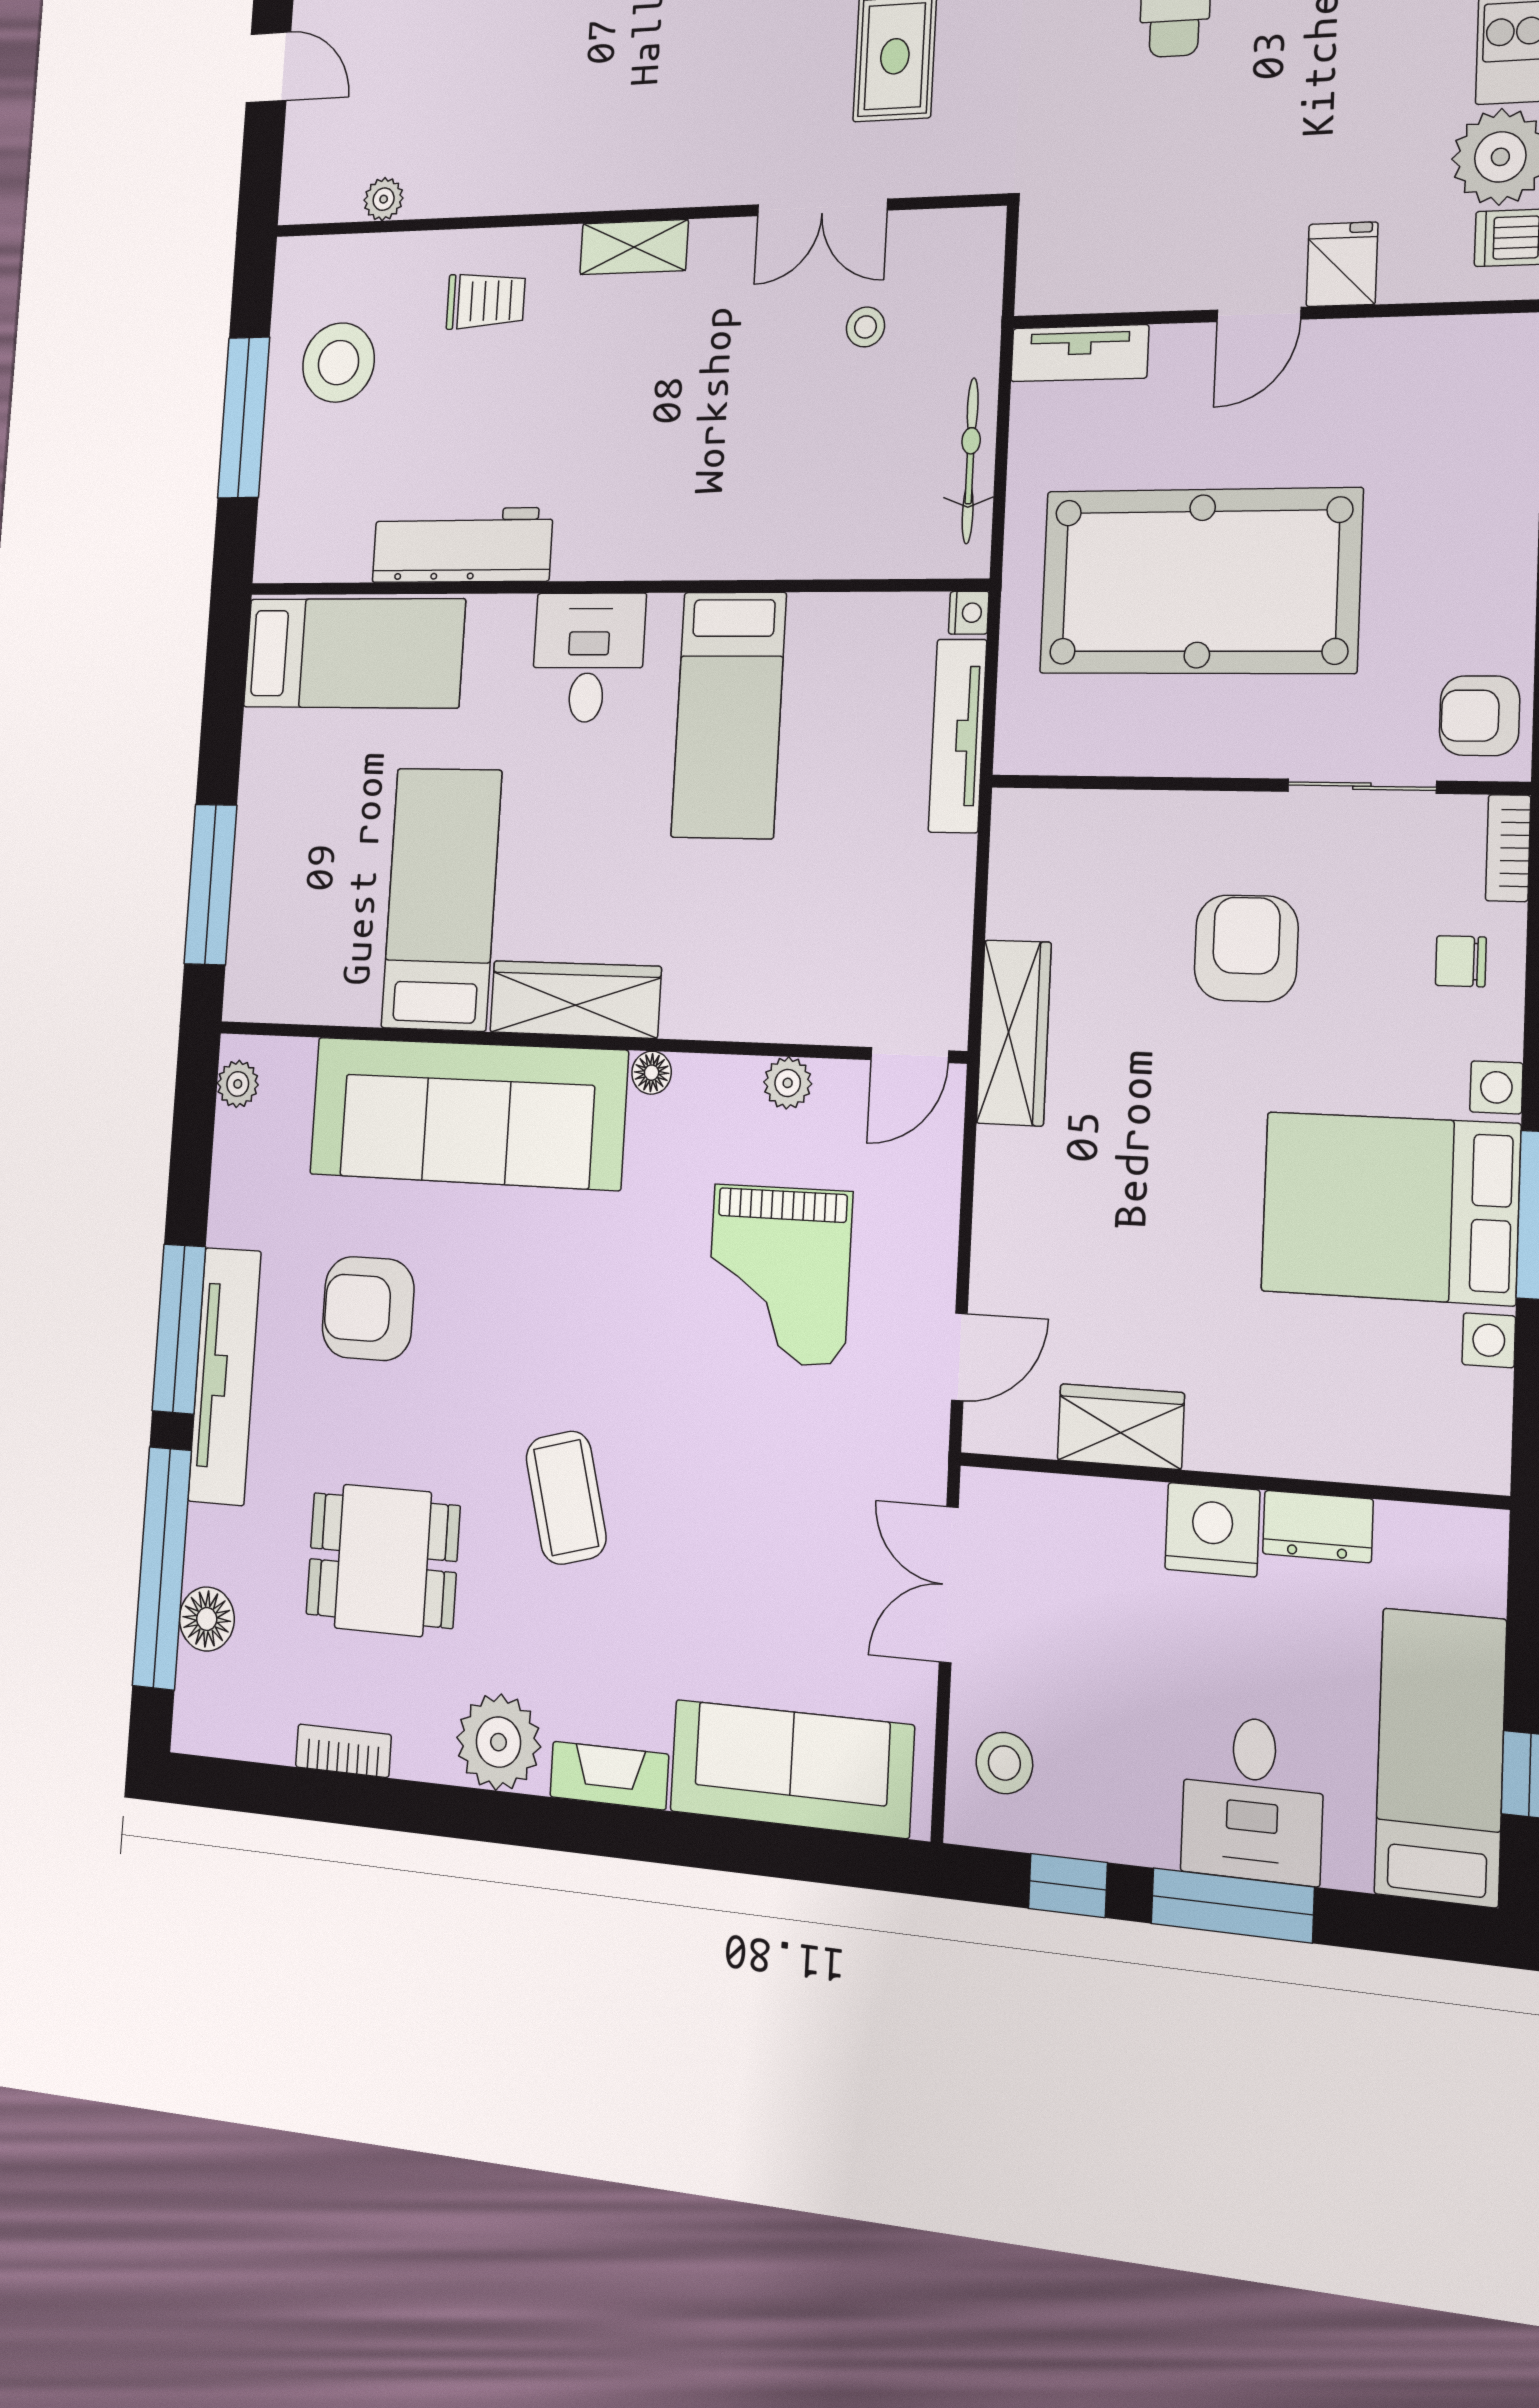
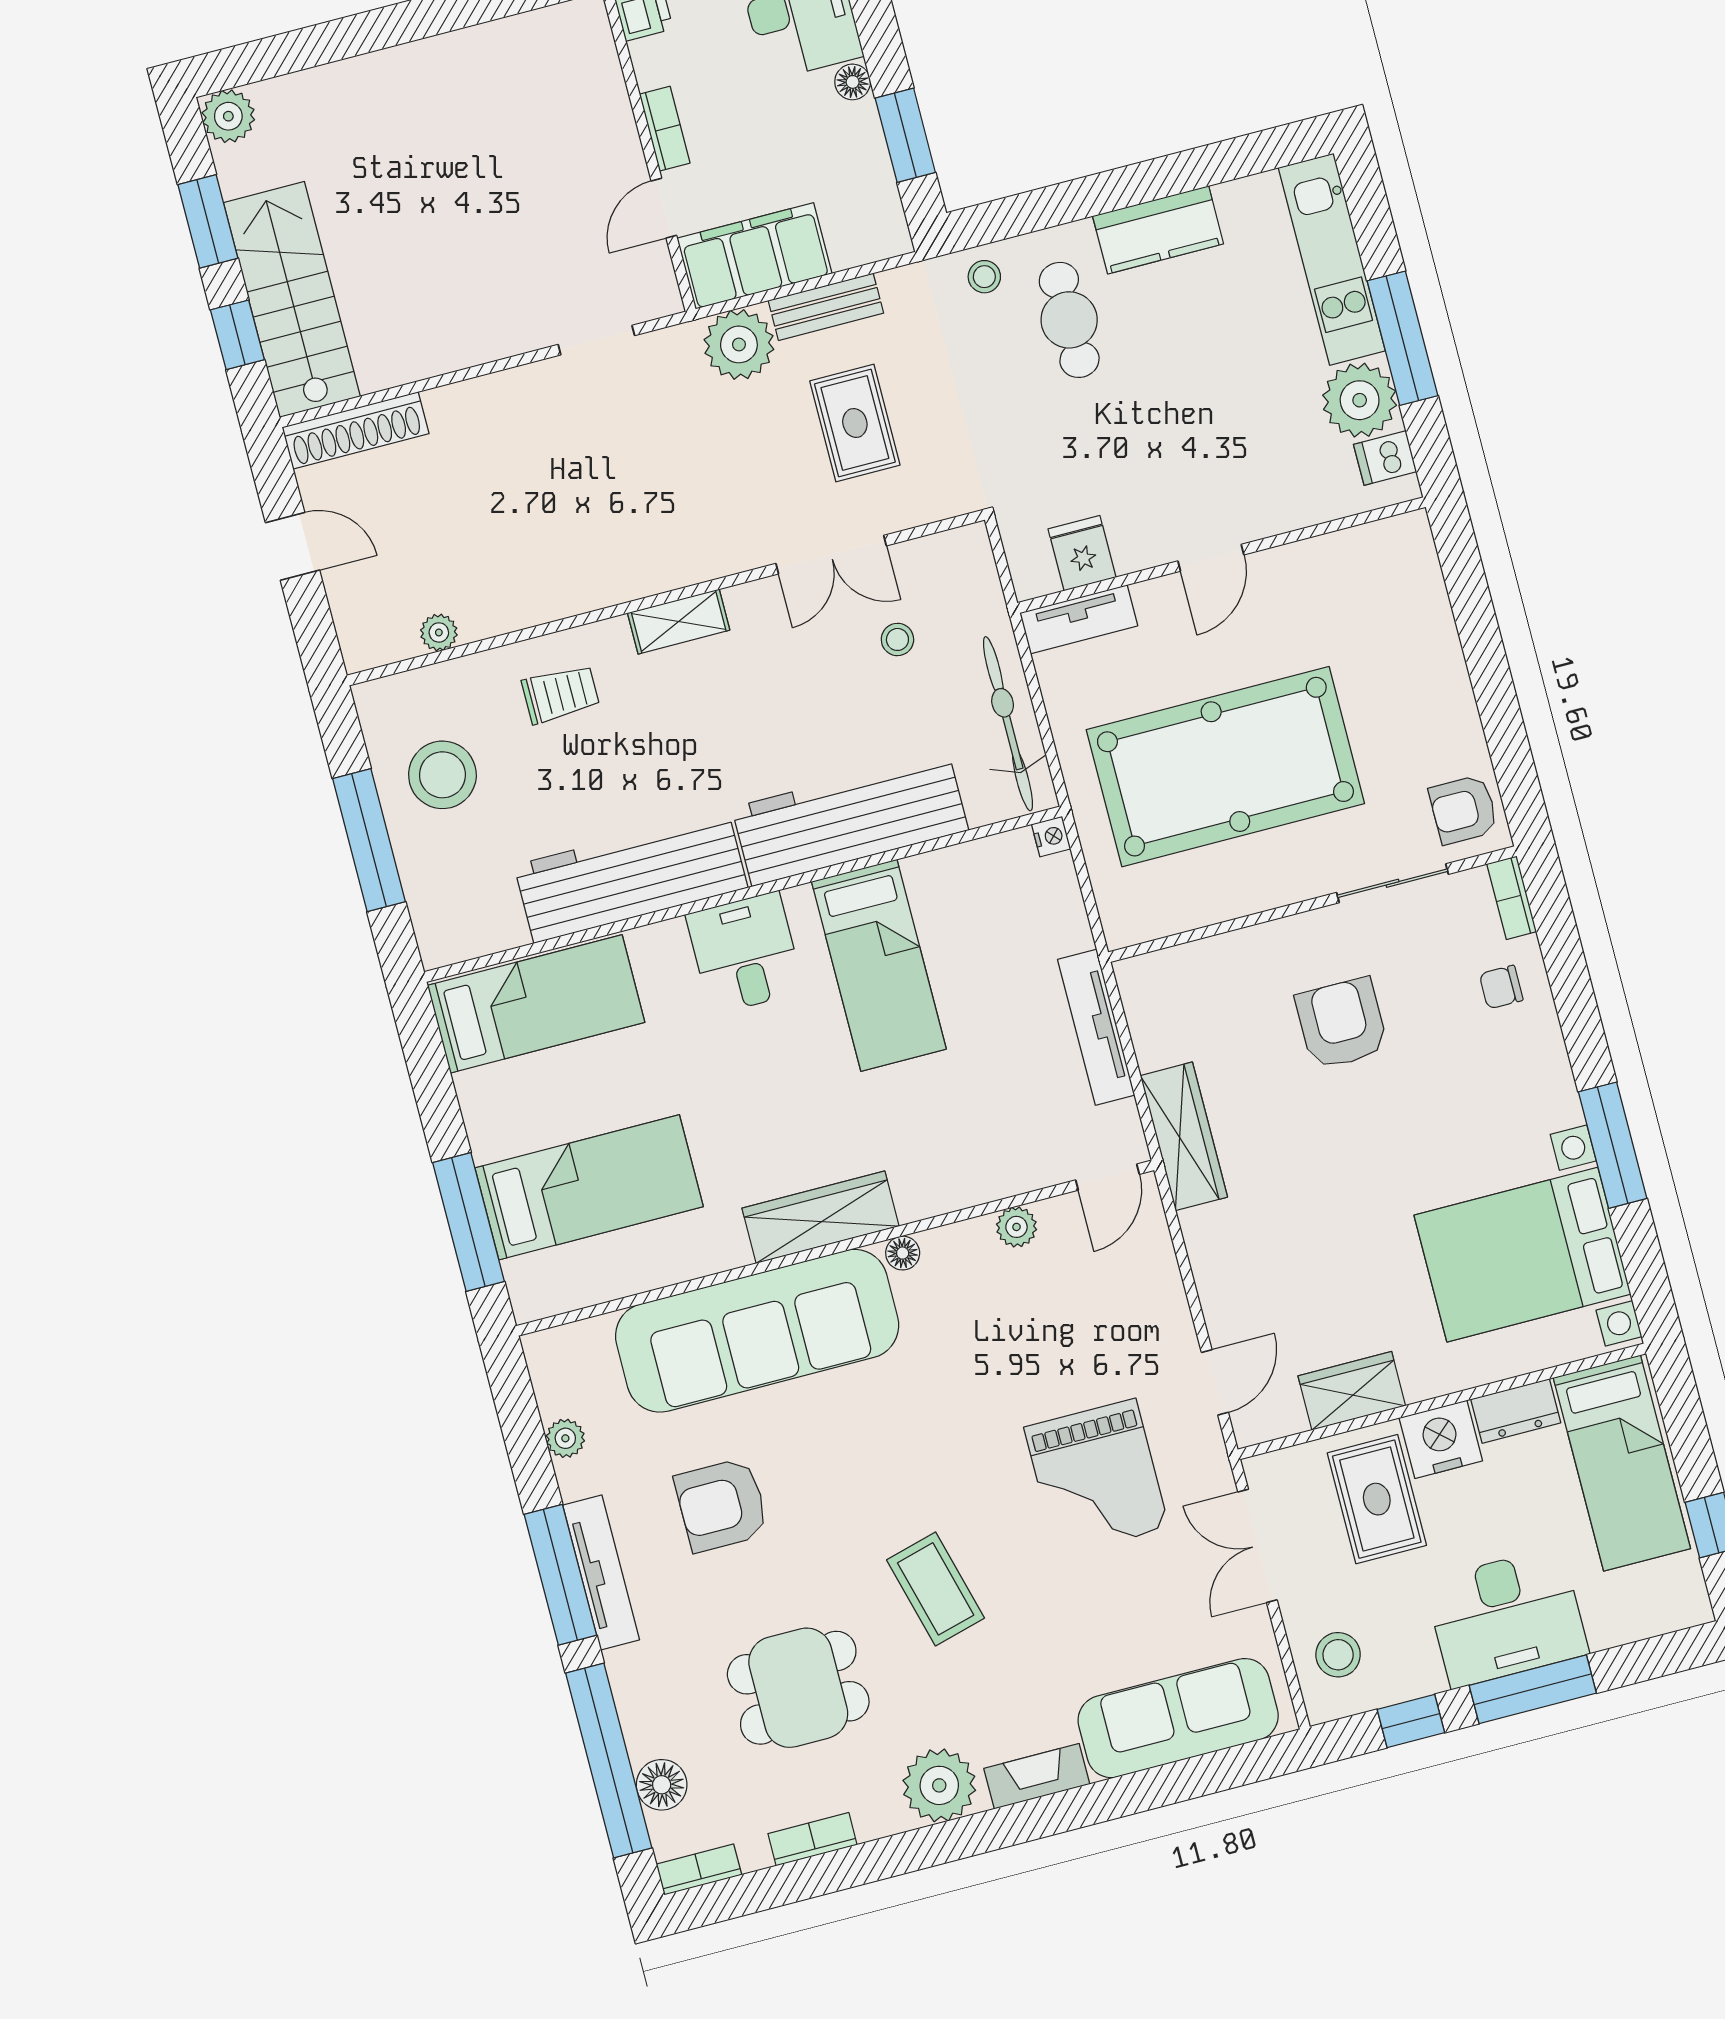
fridge: (1342, 264) -> (1082, 553), moved
bicycle: (970, 461) -> (1008, 724), width x1.37, depth x1.40
workbench: (749, 529) -> (850, 819), added
workbench: (462, 545) -> (631, 877), width x1.36, depth x1.32
tv unit: (958, 736) -> (1096, 1027), moved
bed: (441, 899) -> (589, 1187), moved, turned 90
plant: (238, 1084) -> (565, 1438), moved
bed with nightstands: (1390, 1208) -> (1522, 1255), moved
grand piano: (779, 1275) -> (1097, 1478), moved
tv unit: (225, 1376) -> (601, 1572), width x0.73, depth x0.78
rug: (1110, 1579) -> (1377, 1499), added
bookcase: (215, 1737) -> (699, 1869), added
bed: (1440, 1757) -> (1622, 1463), moved, turned 180
desk: (1253, 1799) -> (1506, 1617), width x1.37

